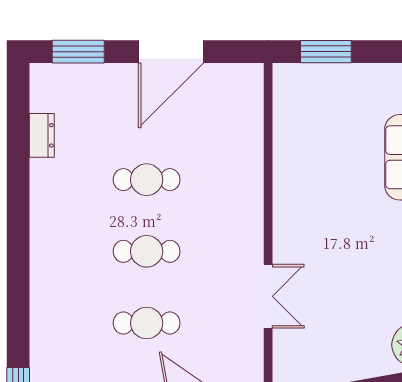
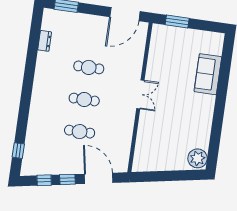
door: (171, 52) -> (125, 14), moved
double door: (268, 296) -> (140, 94), moved

